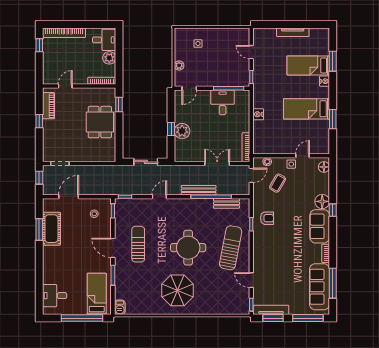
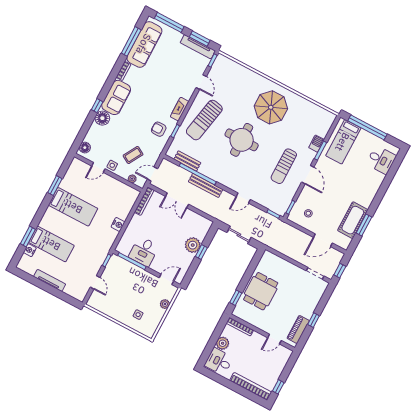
nightstand: (325, 81) -> (30, 250), moved
fireplace: (258, 246) -> (180, 109), added
barbecue: (120, 307) -> (316, 144), moved

